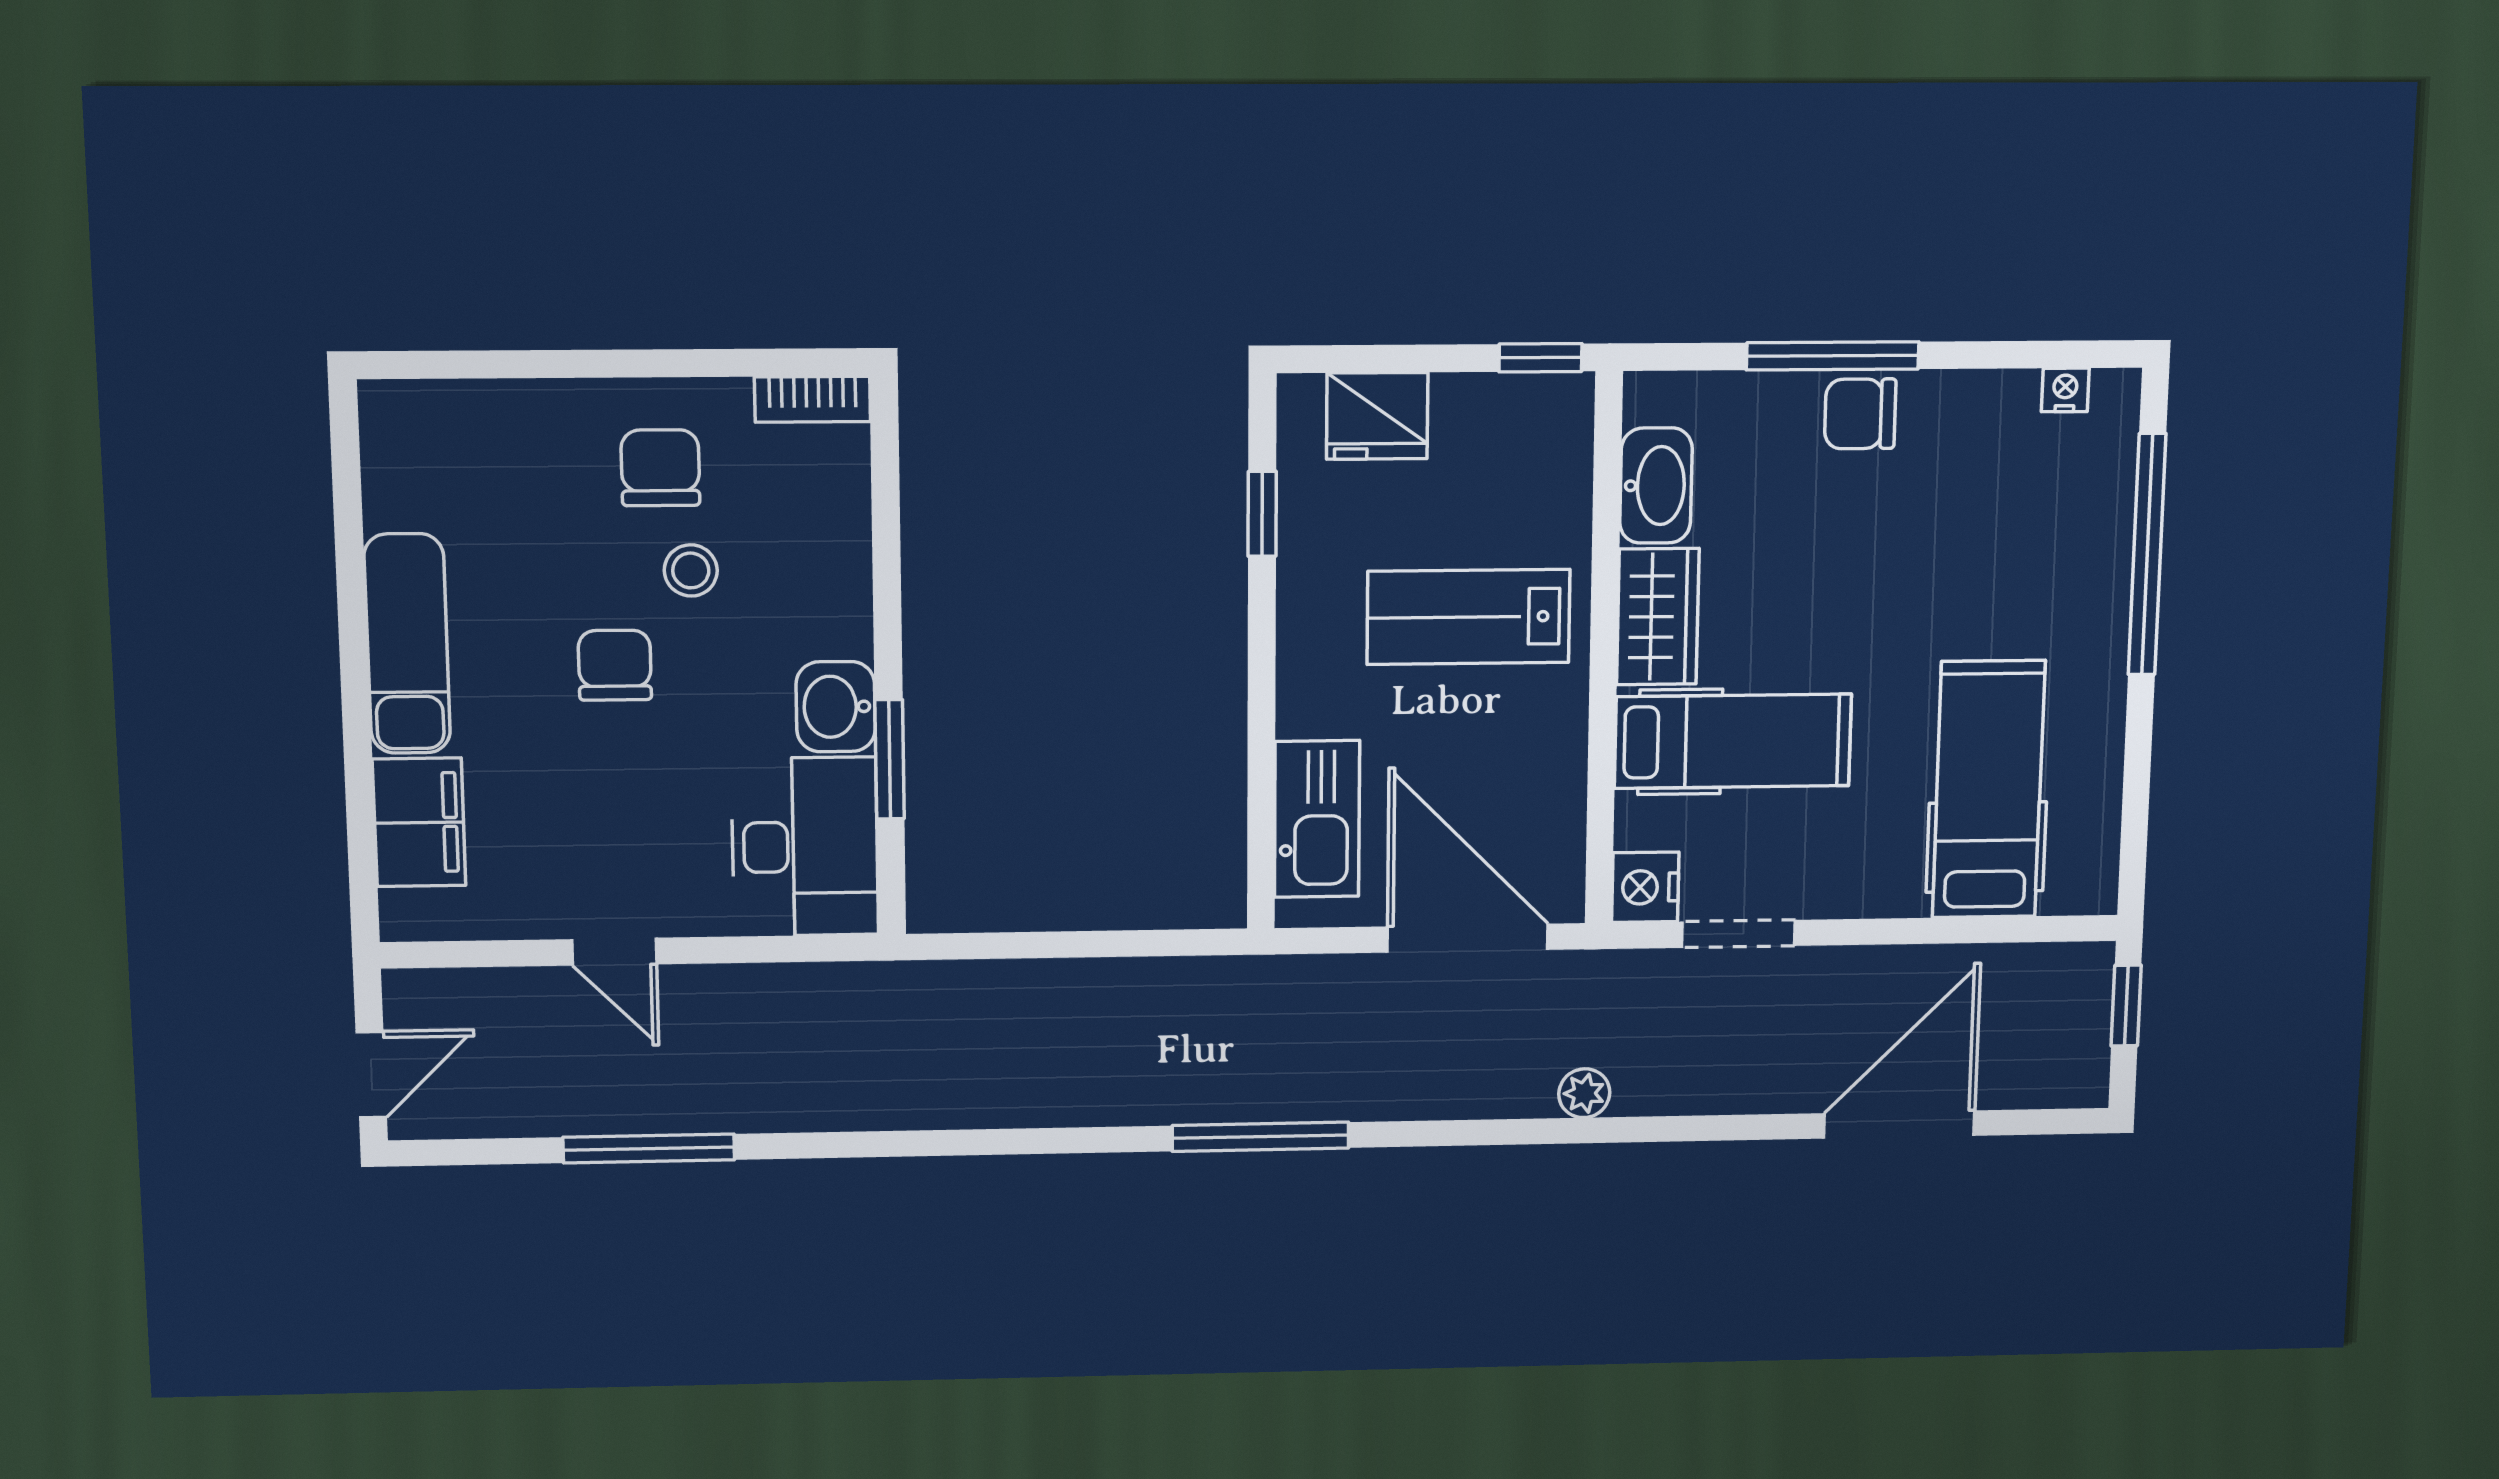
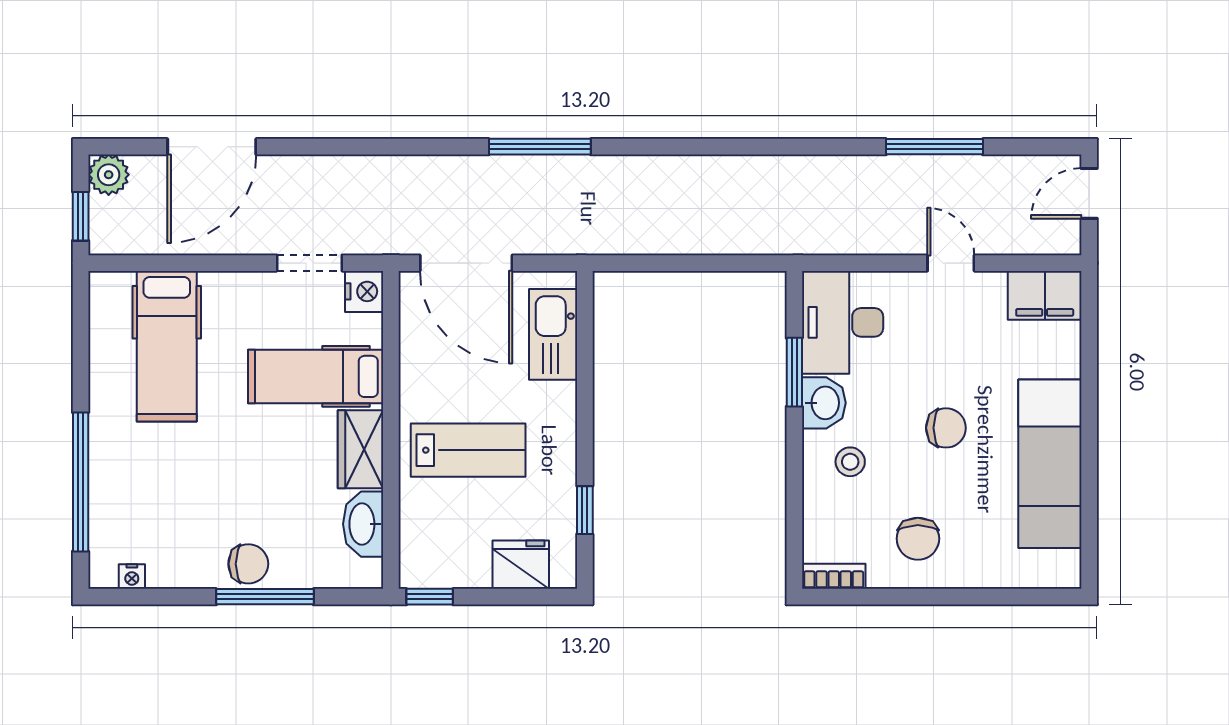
stool: (691, 570) -> (850, 462), moved
exam couch: (407, 644) -> (1050, 464), width x1.36, depth x1.45
chair: (615, 665) -> (946, 428), turned -90
filing cabinet: (419, 822) -> (1045, 295), moved, turned -90
plant: (1584, 1093) -> (109, 175), moved, width x1.38, depth x1.38
window: (1261, 1137) -> (540, 147), moved

